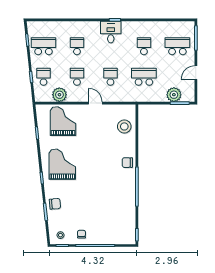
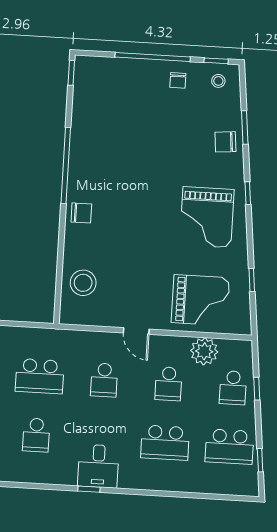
school desk: (77, 46) -> (165, 443), width x1.85
grand piano: (63, 121) -> (200, 300), turned -90

